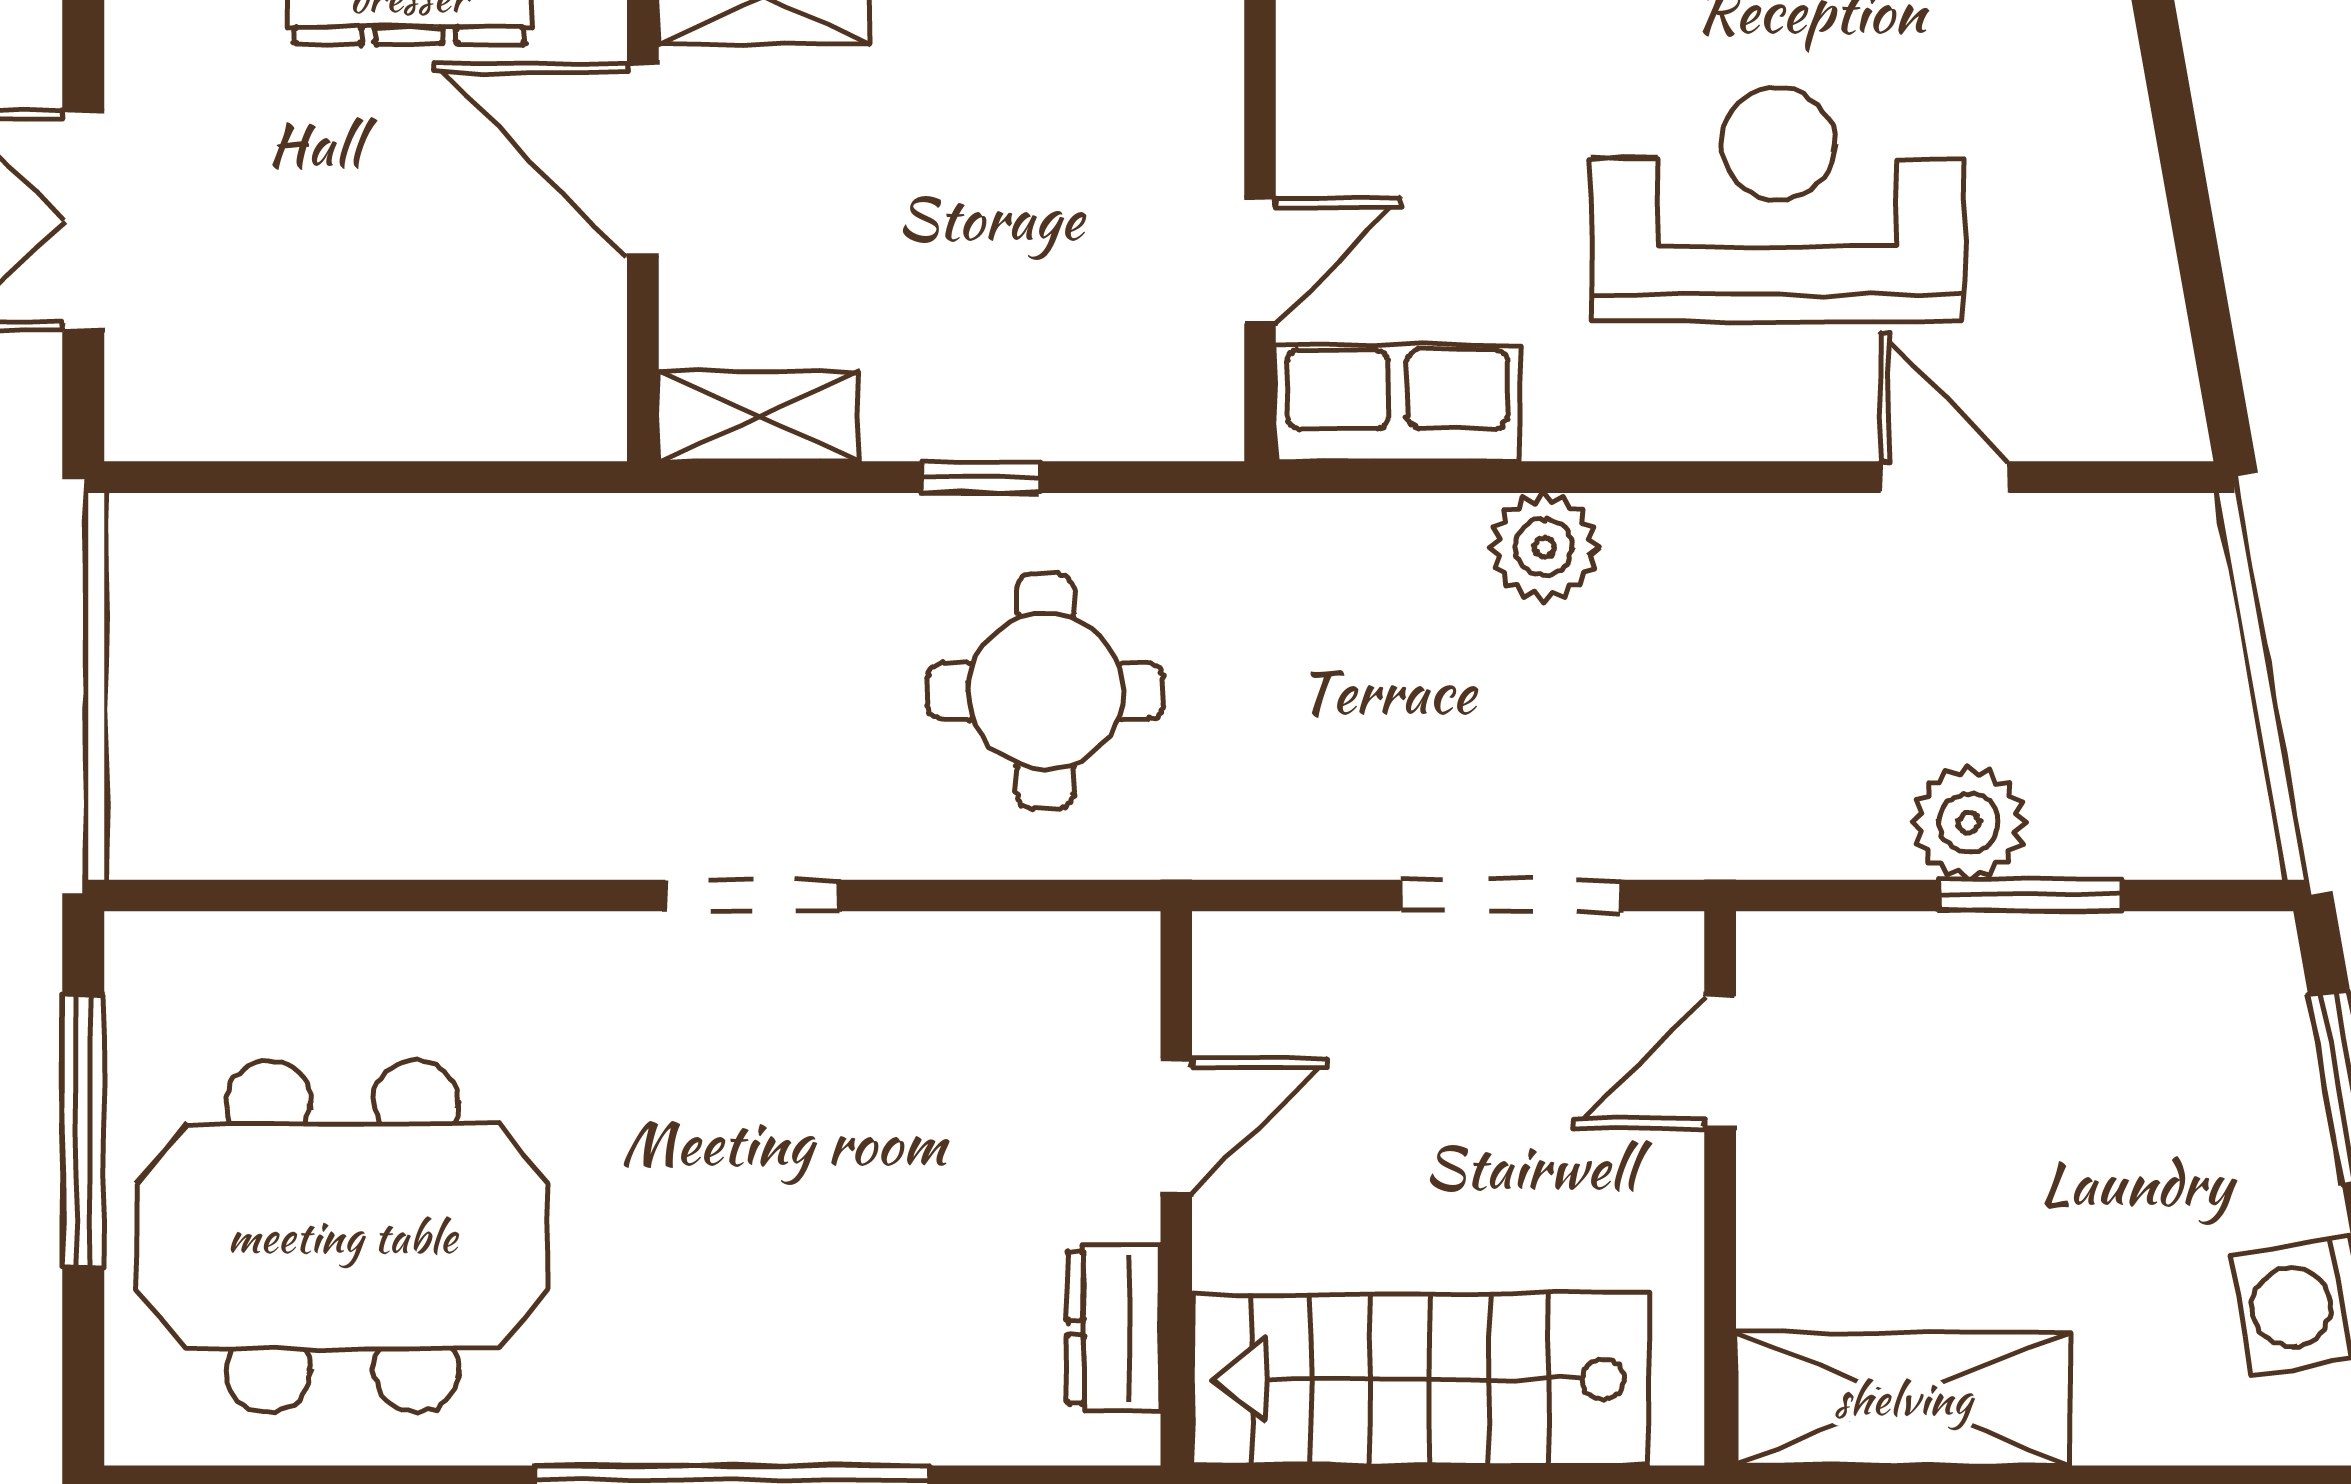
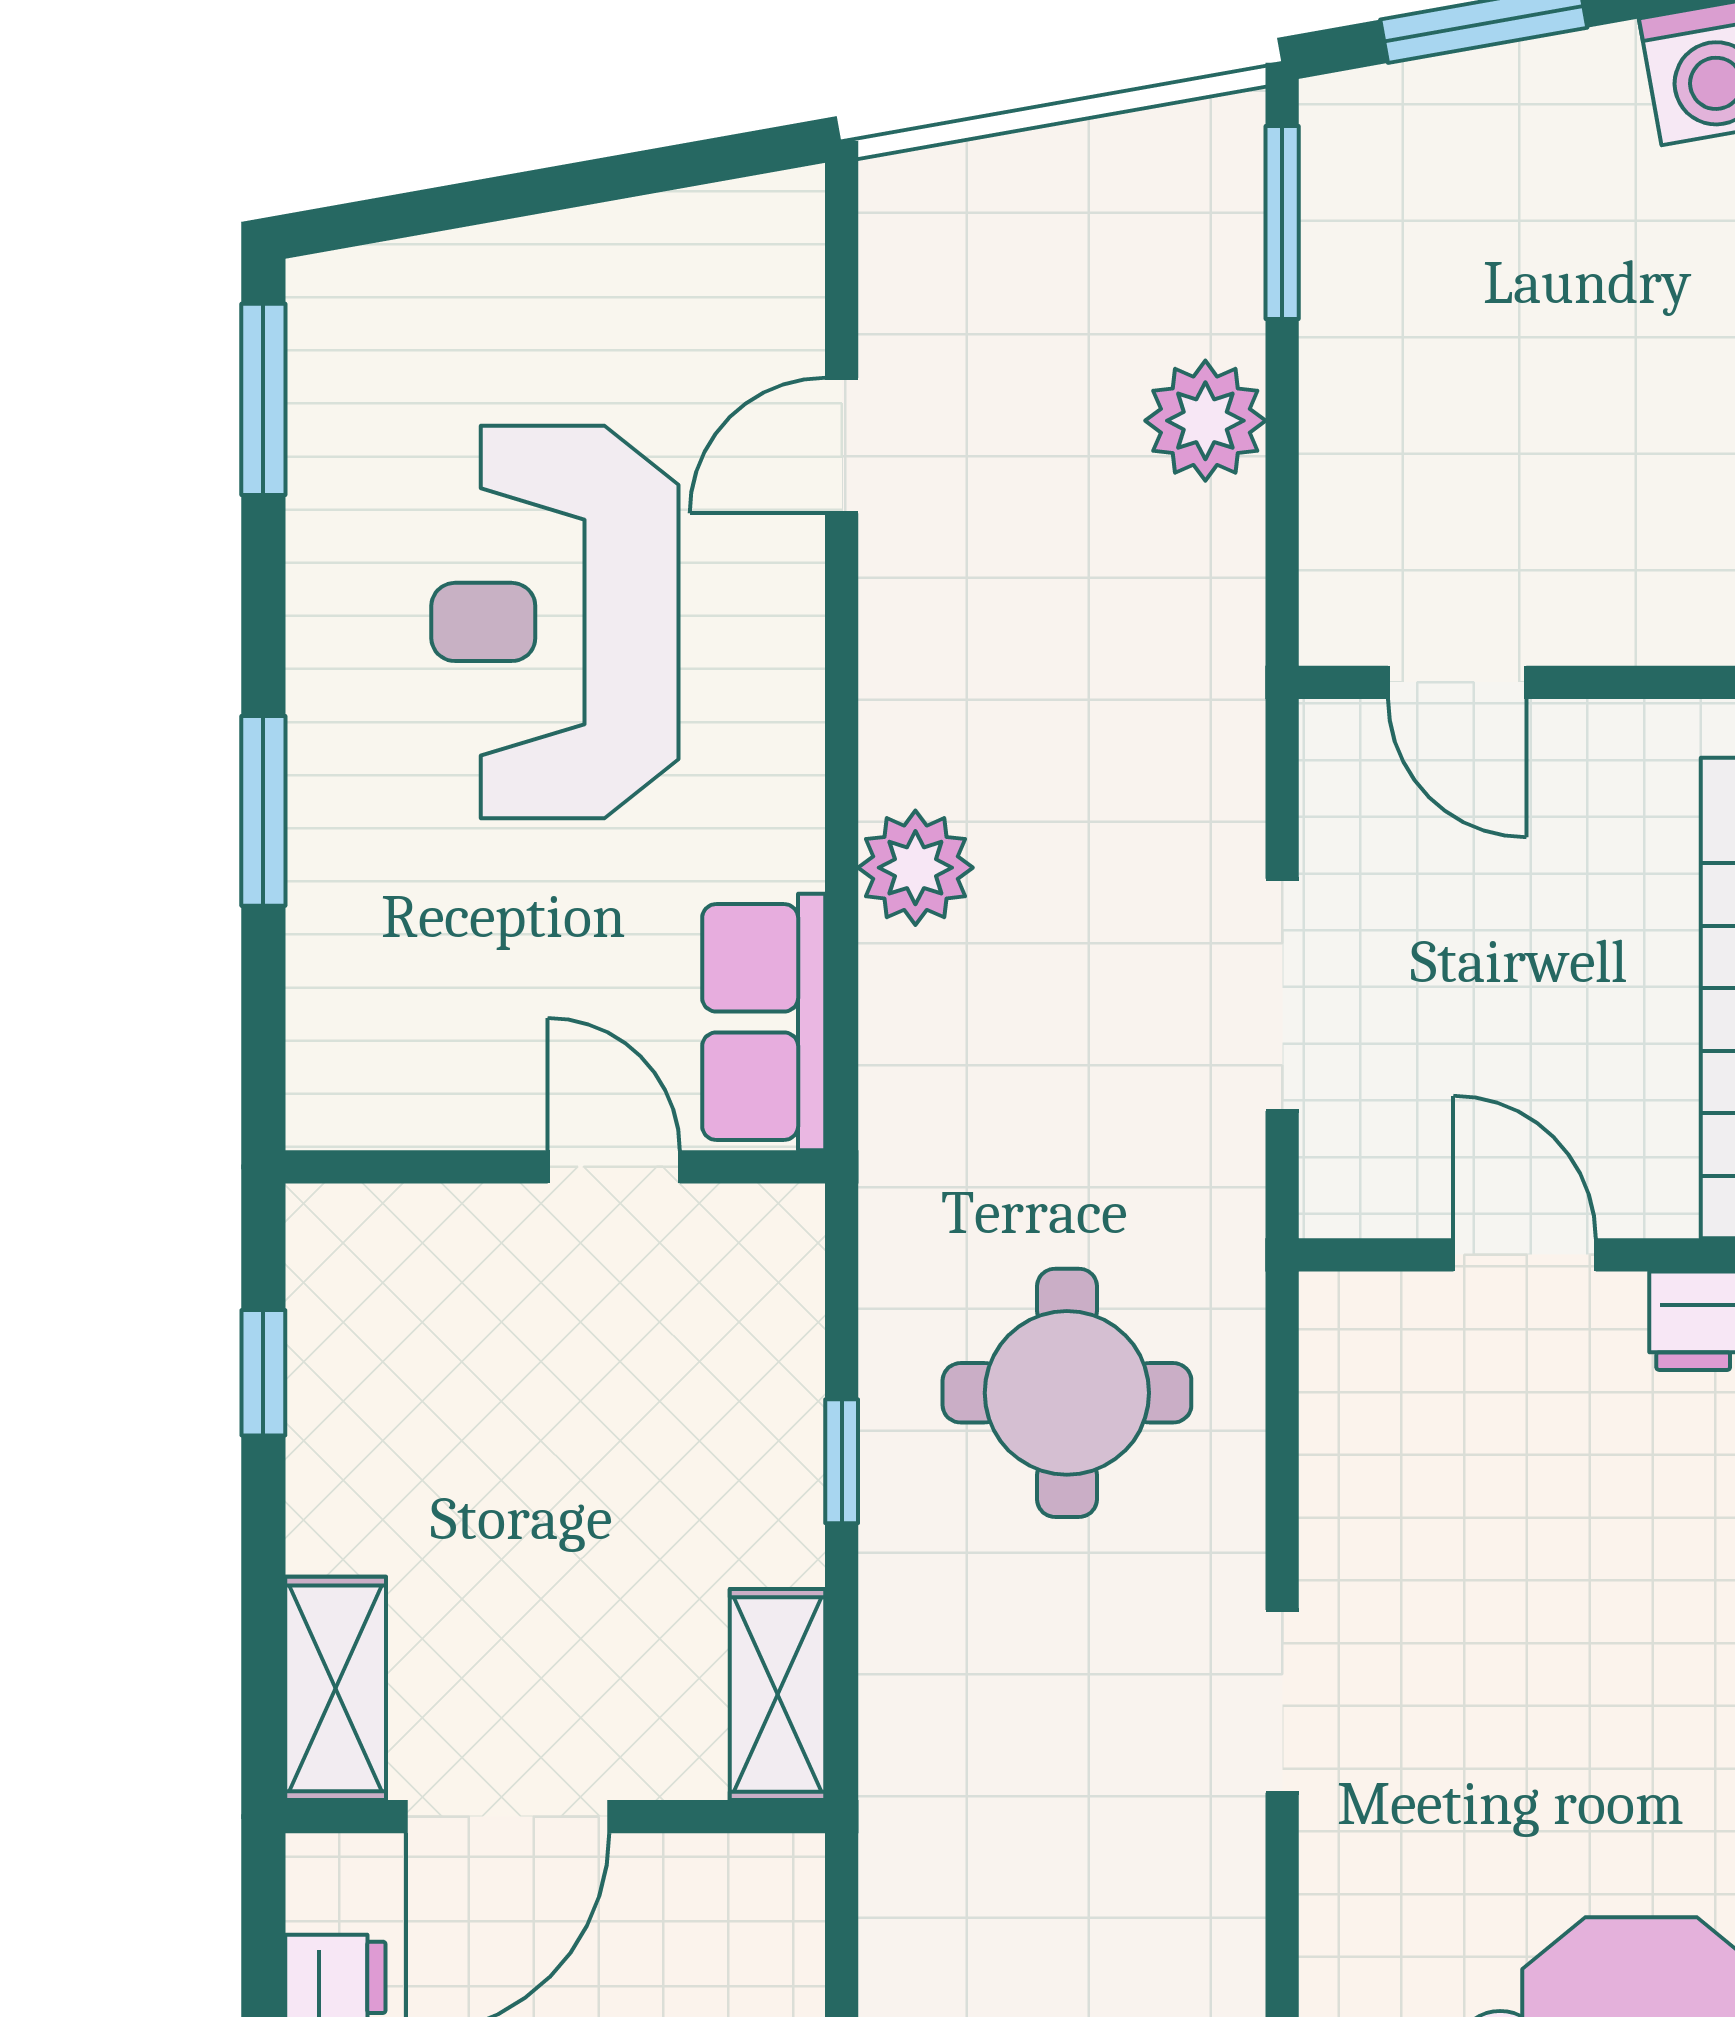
doorway: (1511, 896) -> (1282, 995), moved
window: (2030, 896) -> (1282, 223), moved

